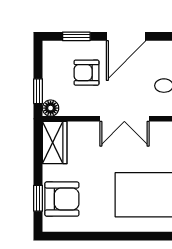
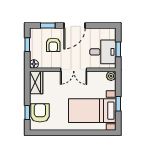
armchair: (87, 73) -> (53, 45), turned -90
window: (38, 91) -> (27, 45), moved
armchair: (62, 199) -> (40, 113), turned -90

